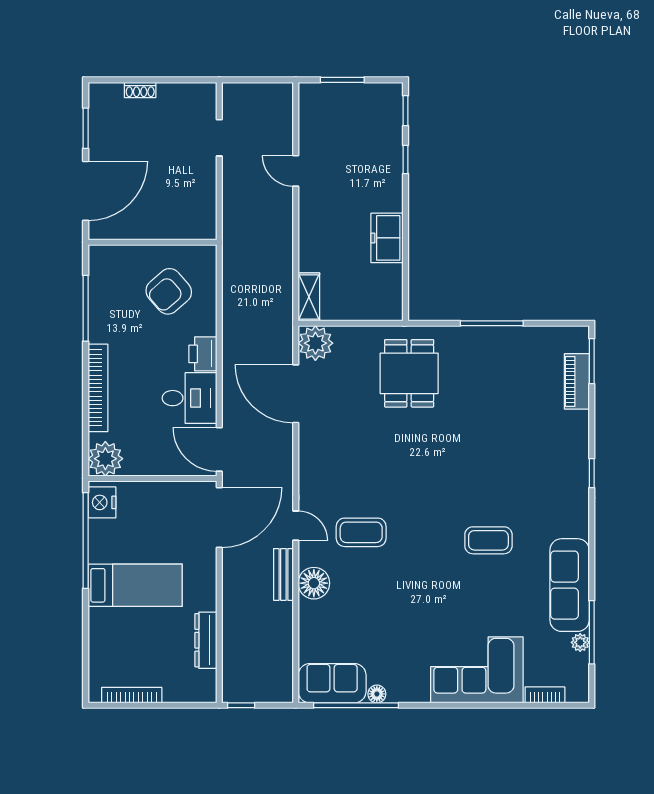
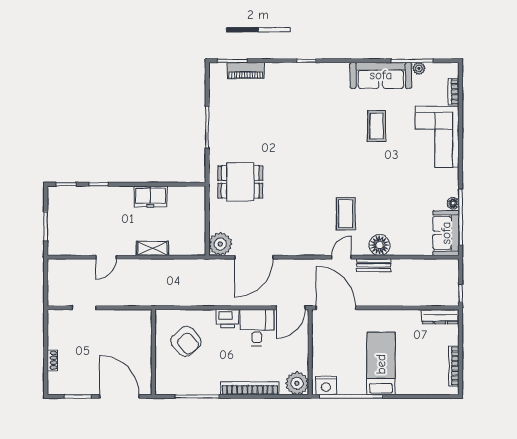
shelving: (309, 297) -> (152, 248), moved
coffee table: (488, 540) -> (377, 126), moved
dresser: (206, 640) -> (440, 317), moved

